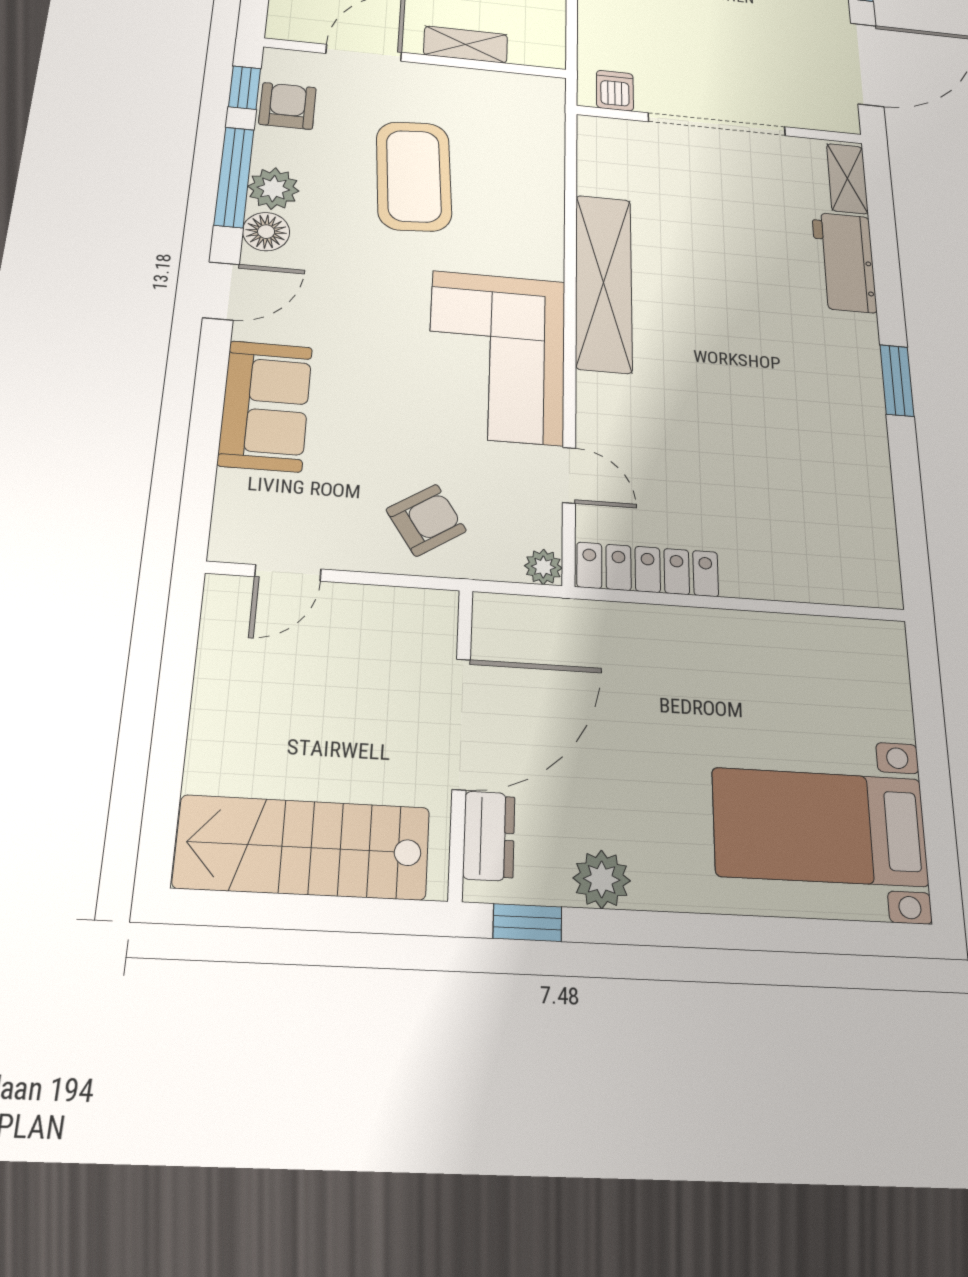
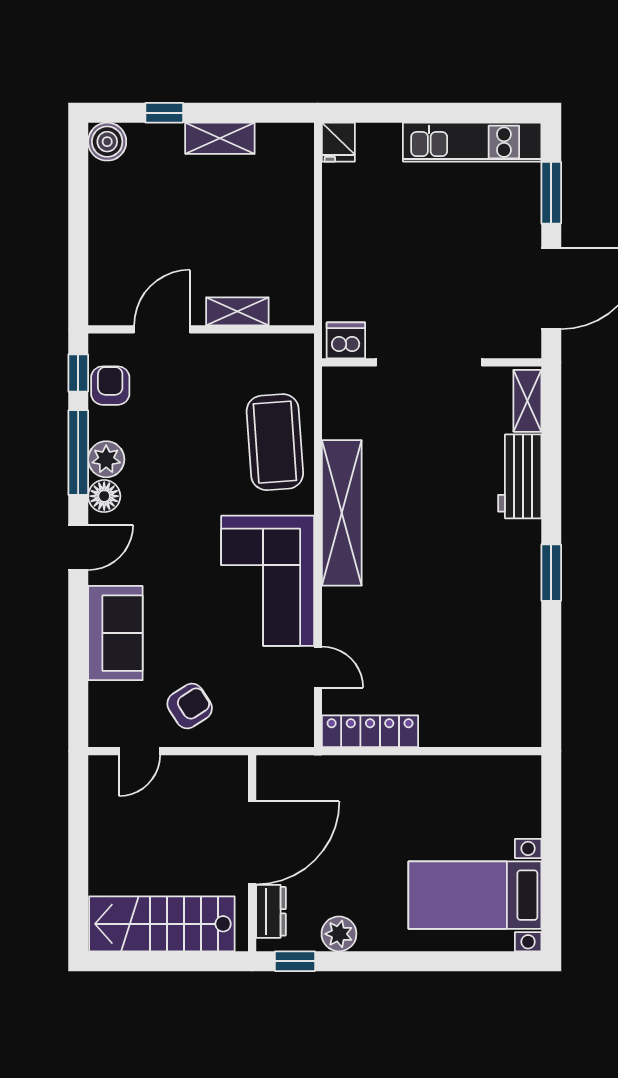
dishwasher: (615, 91) -> (346, 340), width x1.38
coffee table: (414, 176) -> (275, 442), moved
armchair: (426, 520) -> (190, 706), moved
plant: (543, 567) -> (302, 735), removed

